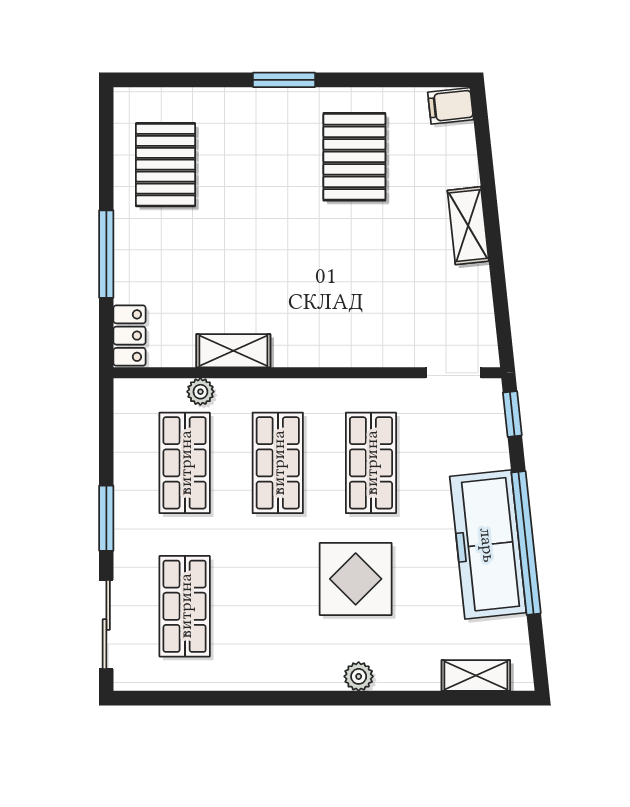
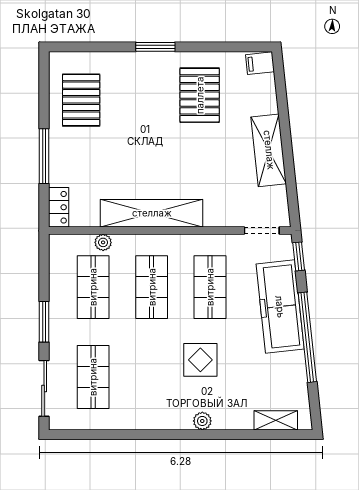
shelving: (468, 226) -> (269, 150), width x1.50, depth x1.33
shelving: (233, 351) -> (152, 213), width x2.20, depth x1.33
freezer: (488, 545) -> (280, 307), moved
display table: (356, 579) -> (200, 360), width x0.73, depth x0.73

